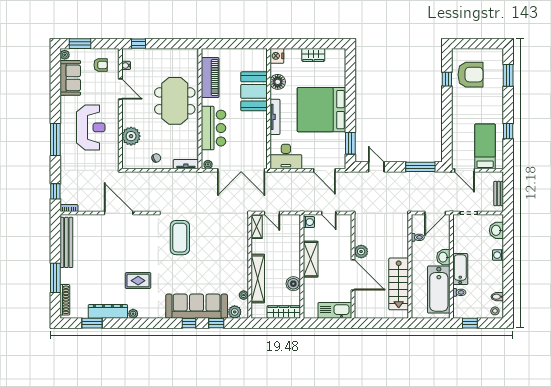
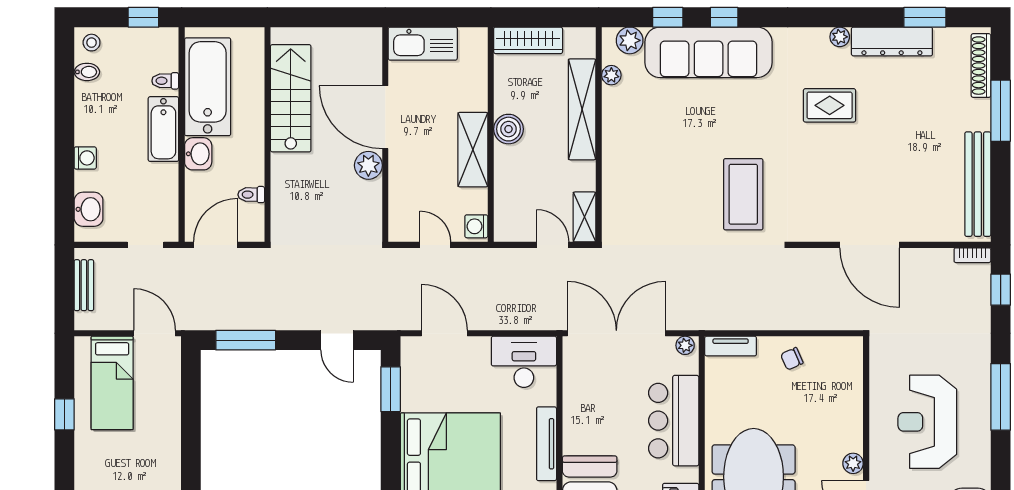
plant: (131, 136) -> (853, 463), moved, width x0.53, depth x0.53
boiler: (293, 284) -> (509, 129), moved

